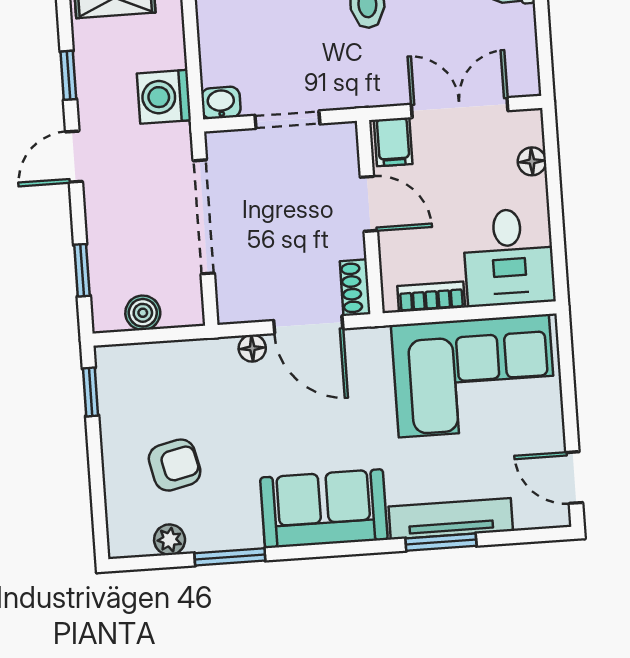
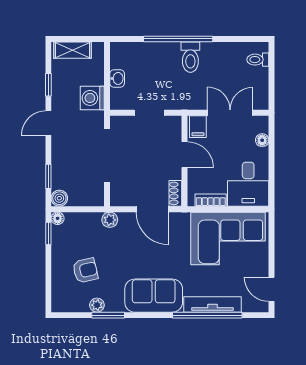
washbasin: (221, 103) -> (117, 78), moved, turned 90
boiler: (143, 313) -> (59, 198), moved
floor lamp: (252, 348) -> (58, 218), moved
plant: (219, 354) -> (110, 220), added
plant: (170, 540) -> (97, 305), moved
window: (441, 542) -> (207, 315), width x2.11

